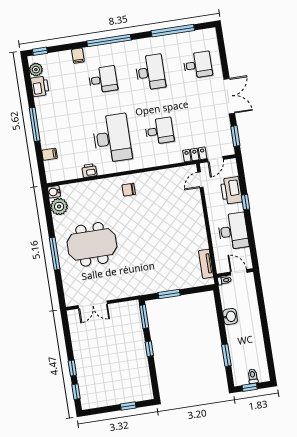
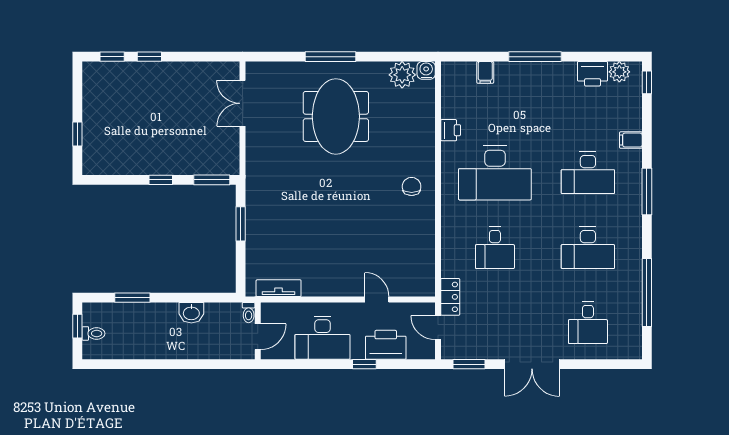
window: (109, 41) -> (647, 192), width x0.68
desk: (103, 80) -> (588, 173), width x1.37
door: (200, 180) -> (377, 300), moved

